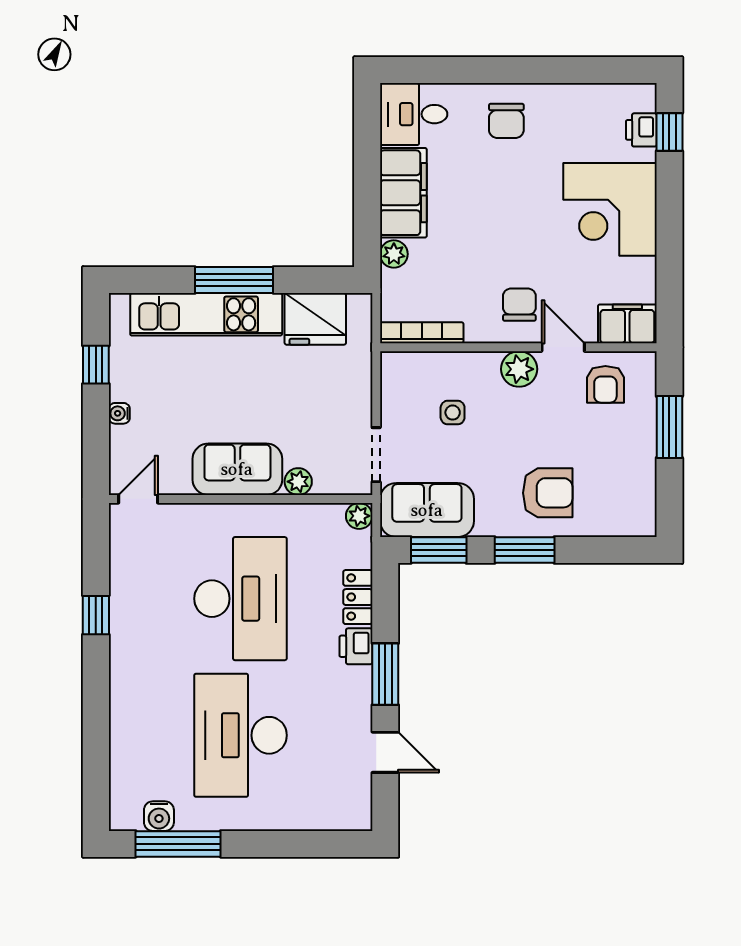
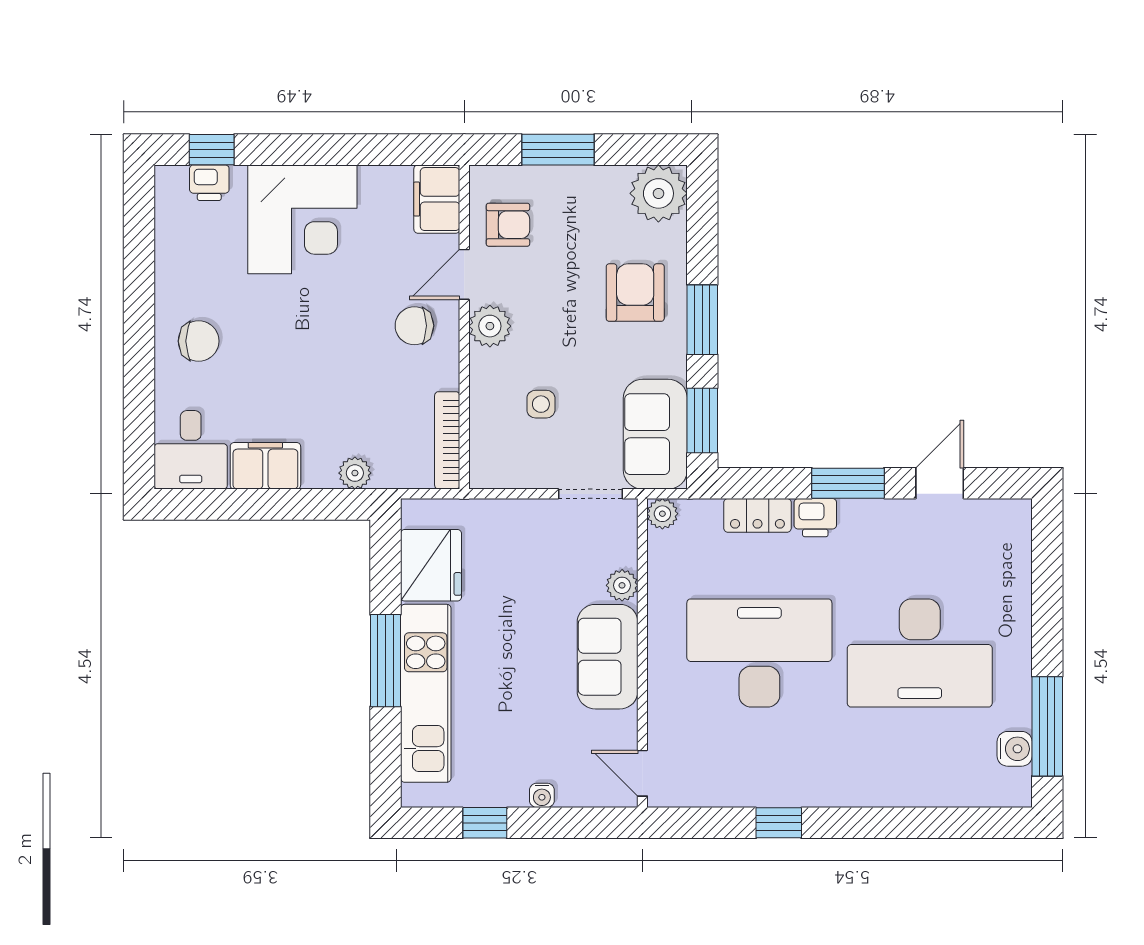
filing cabinet: (403, 193) -> (265, 466), width x0.67, depth x0.86
plant: (632, 513) -> (658, 193), added

